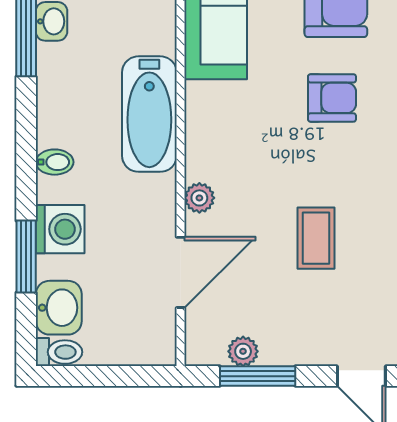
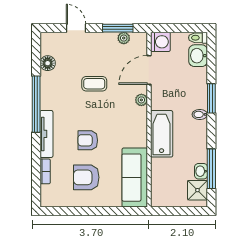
washing machine: (60, 229) -> (160, 42), moved, turned 180
coffee table: (316, 238) -> (94, 84), turned 90
window: (26, 257) -> (211, 98), moved

